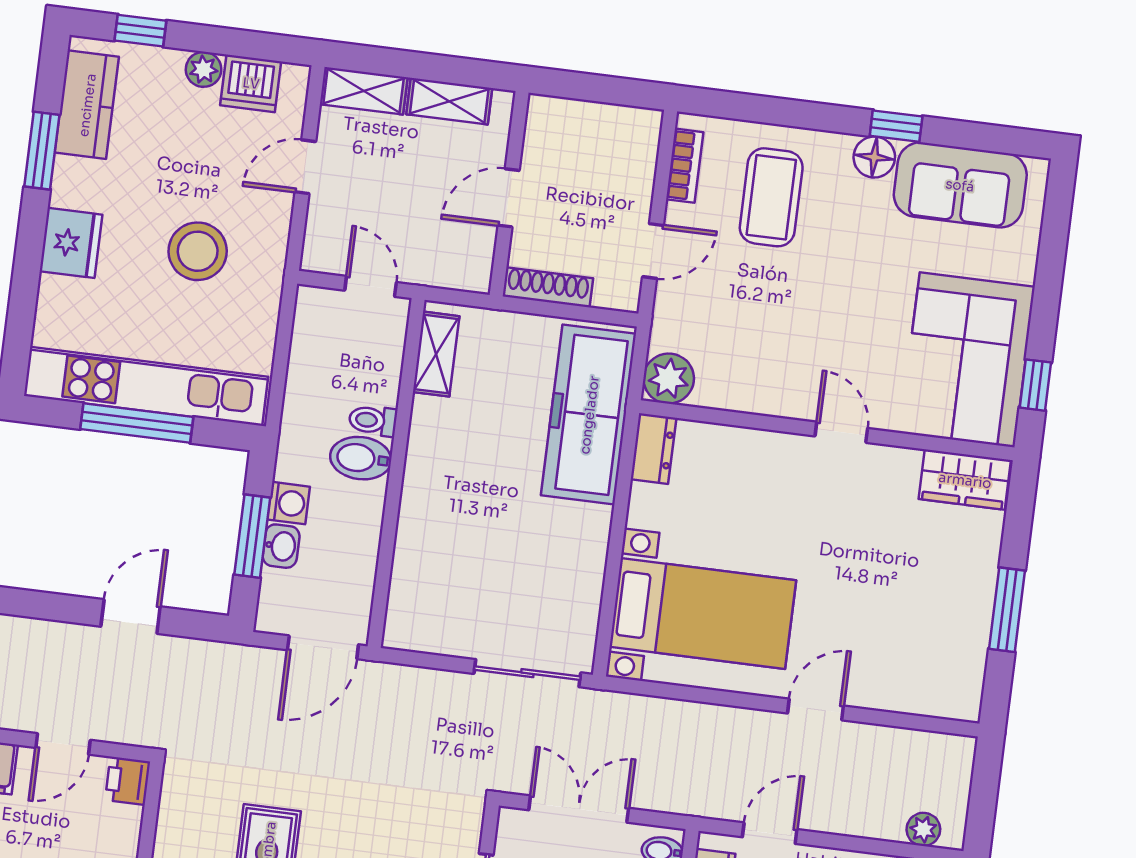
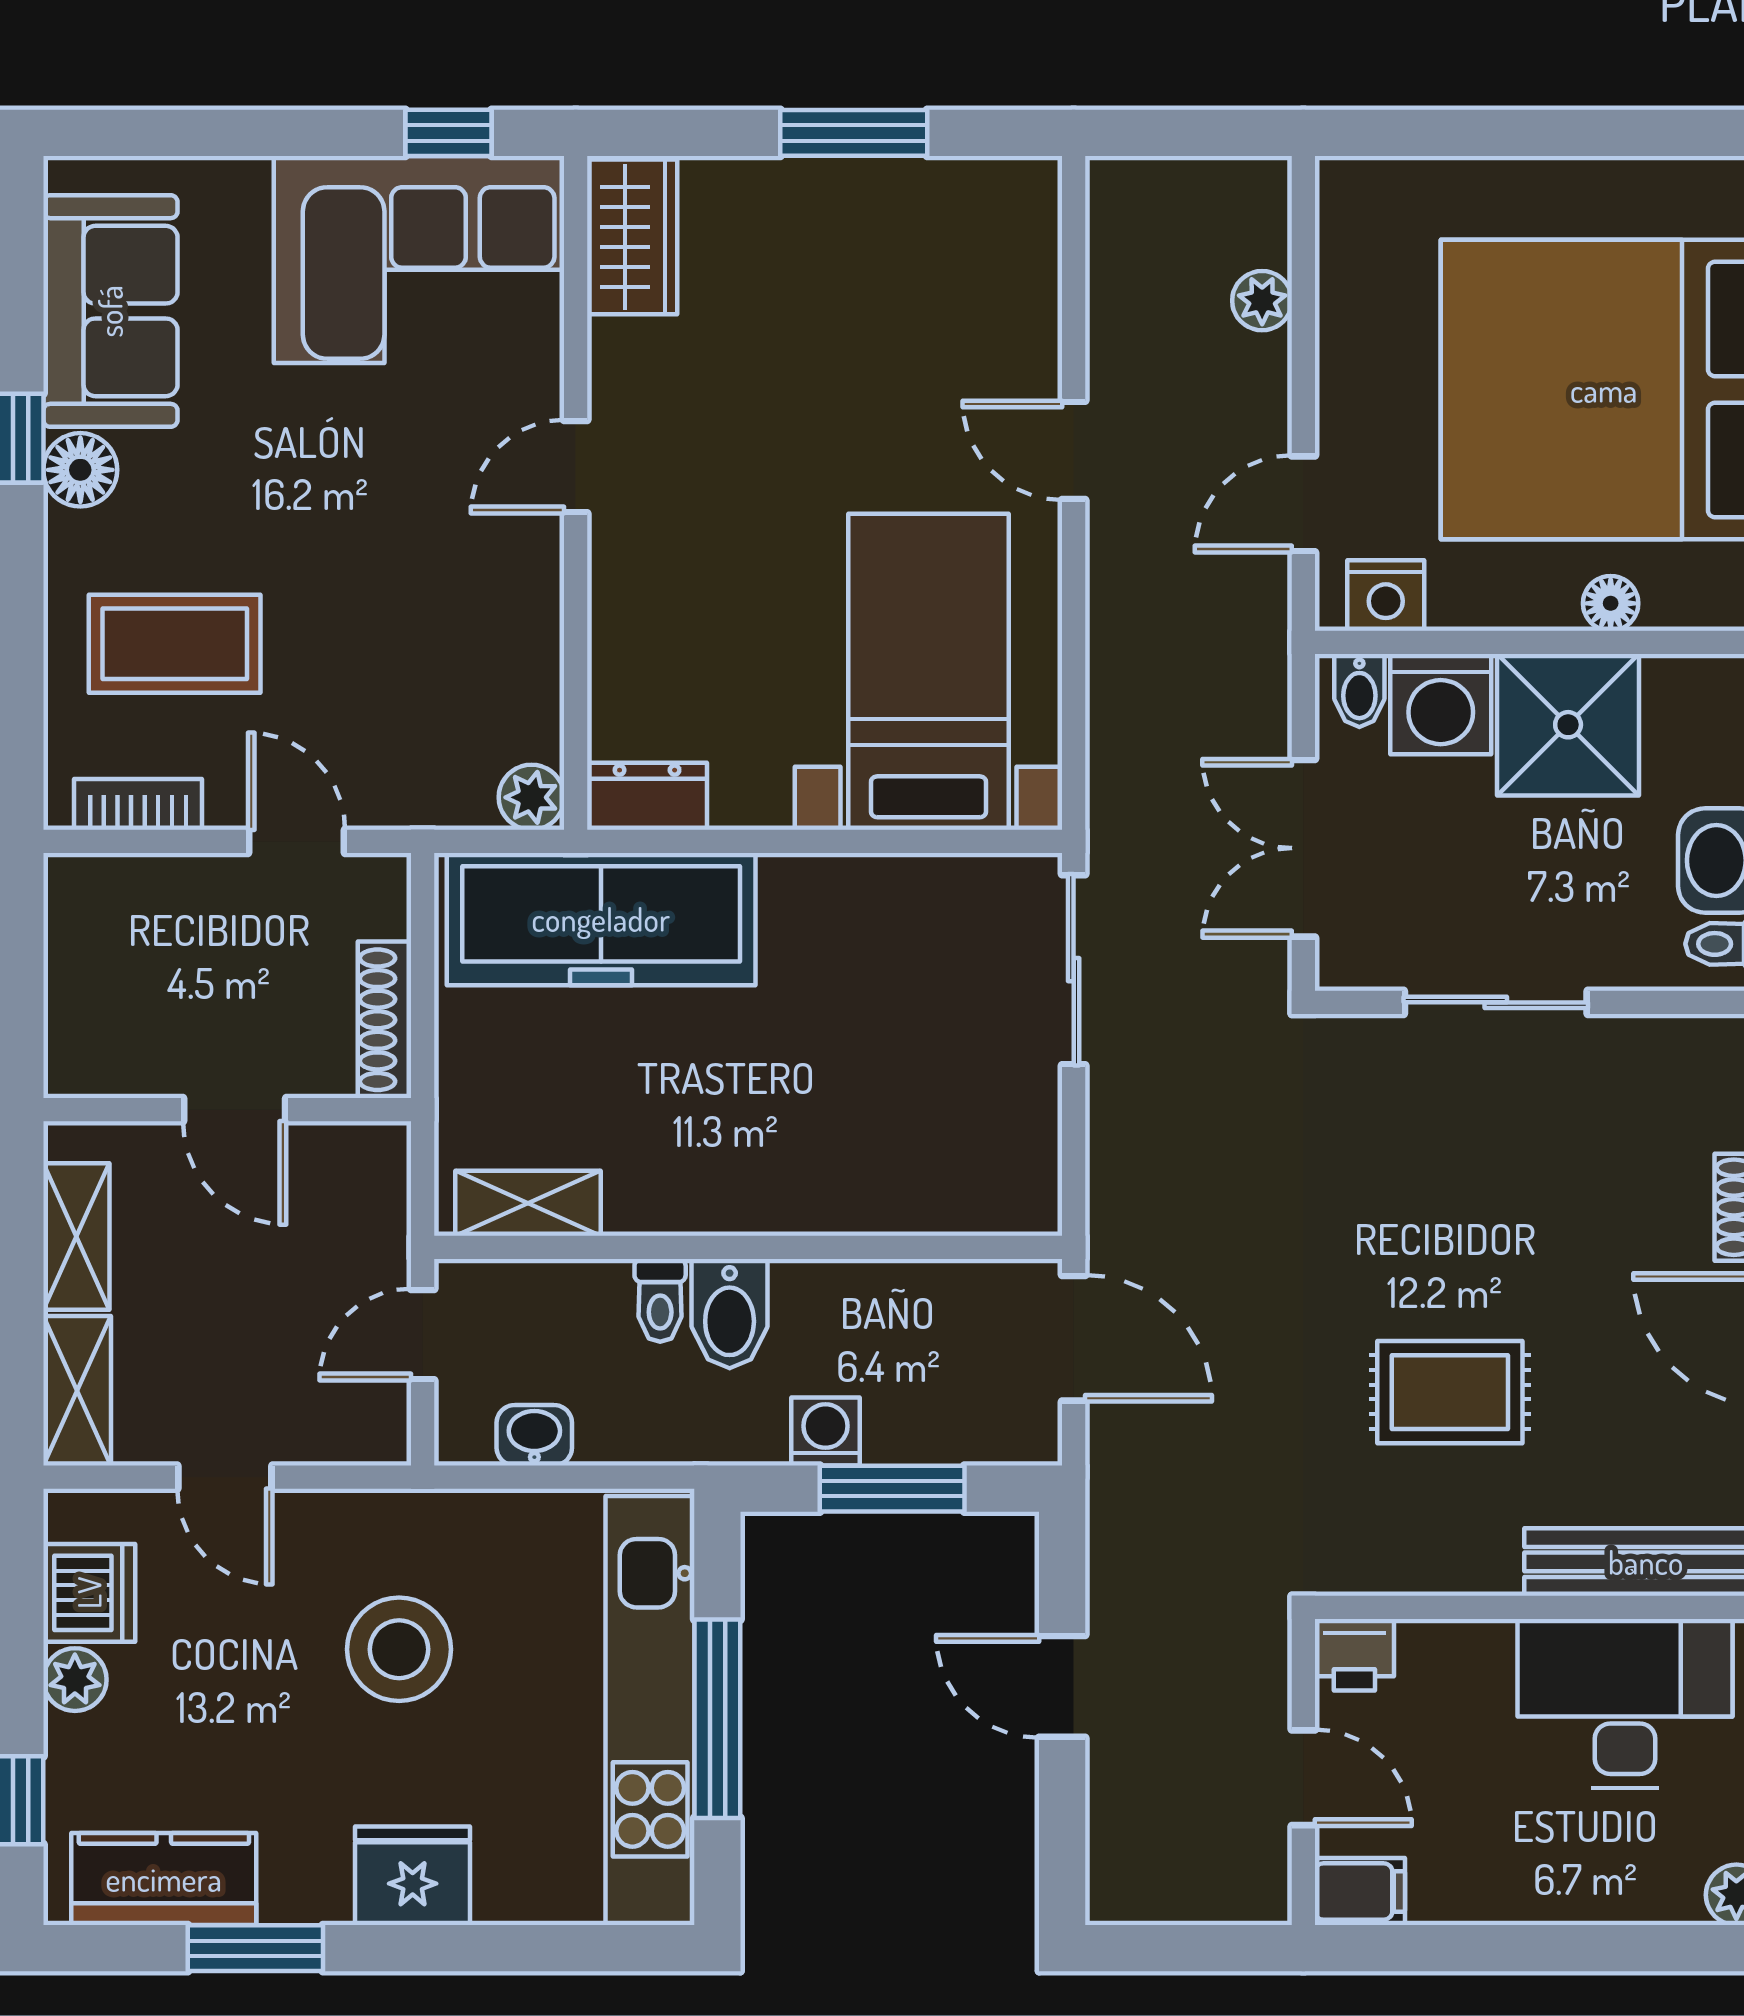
plant: (669, 379) -> (532, 797), width x0.73, depth x0.73
washbasin: (281, 546) -> (534, 1435), moved
plant: (923, 829) -> (1262, 301), moved
door: (770, 833) -> (1303, 504), hinge flipped

